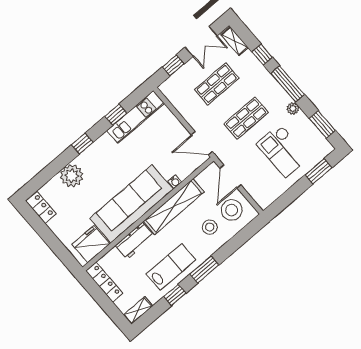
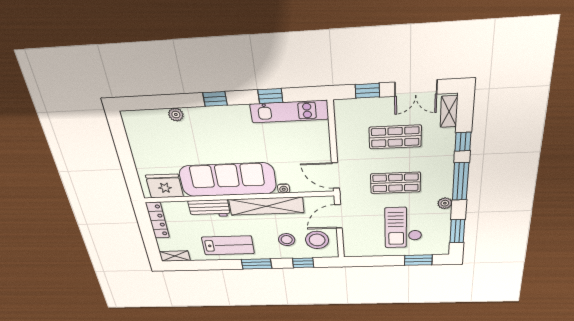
plant: (72, 176) -> (176, 115), width x0.53, depth x0.53
locker: (41, 208) -> (133, 127), removed
window: (175, 295) -> (303, 263), moved

